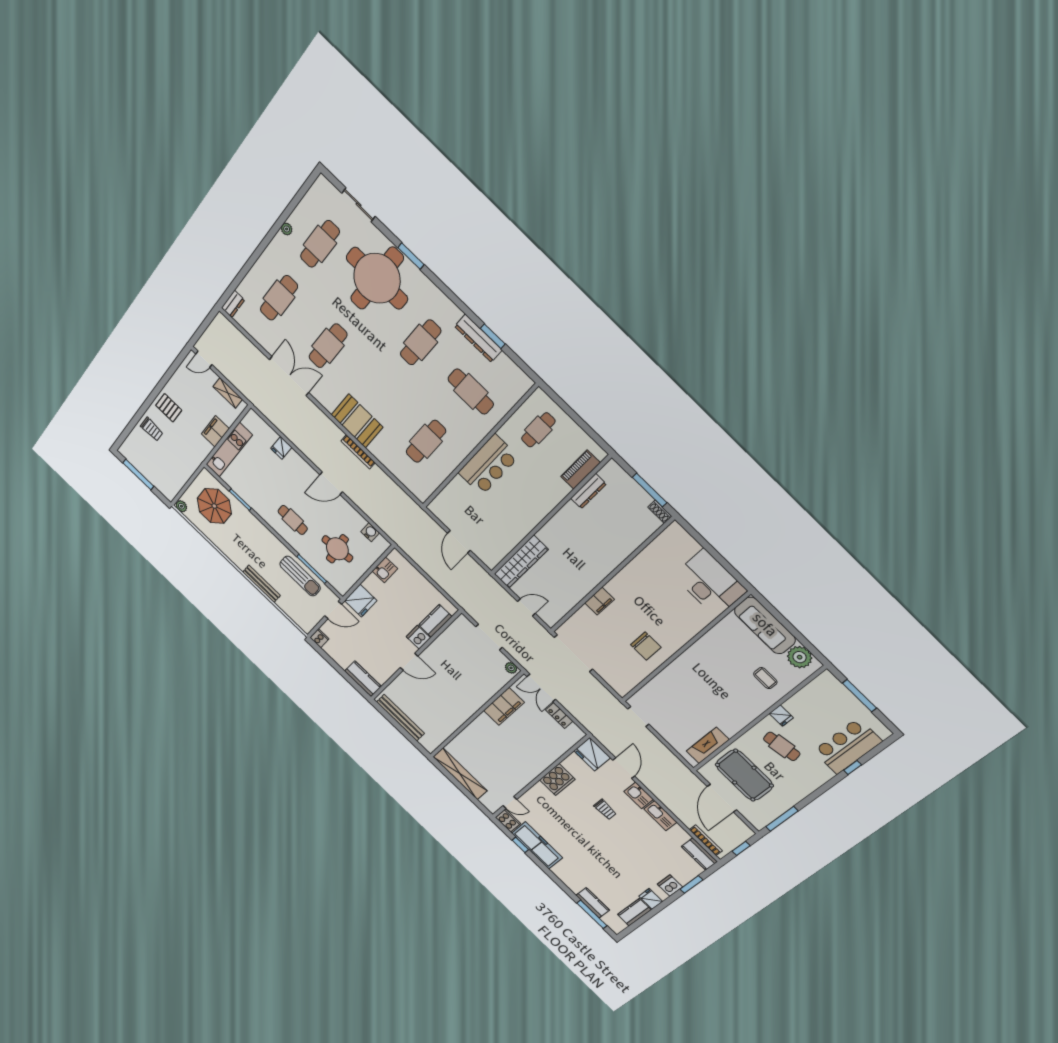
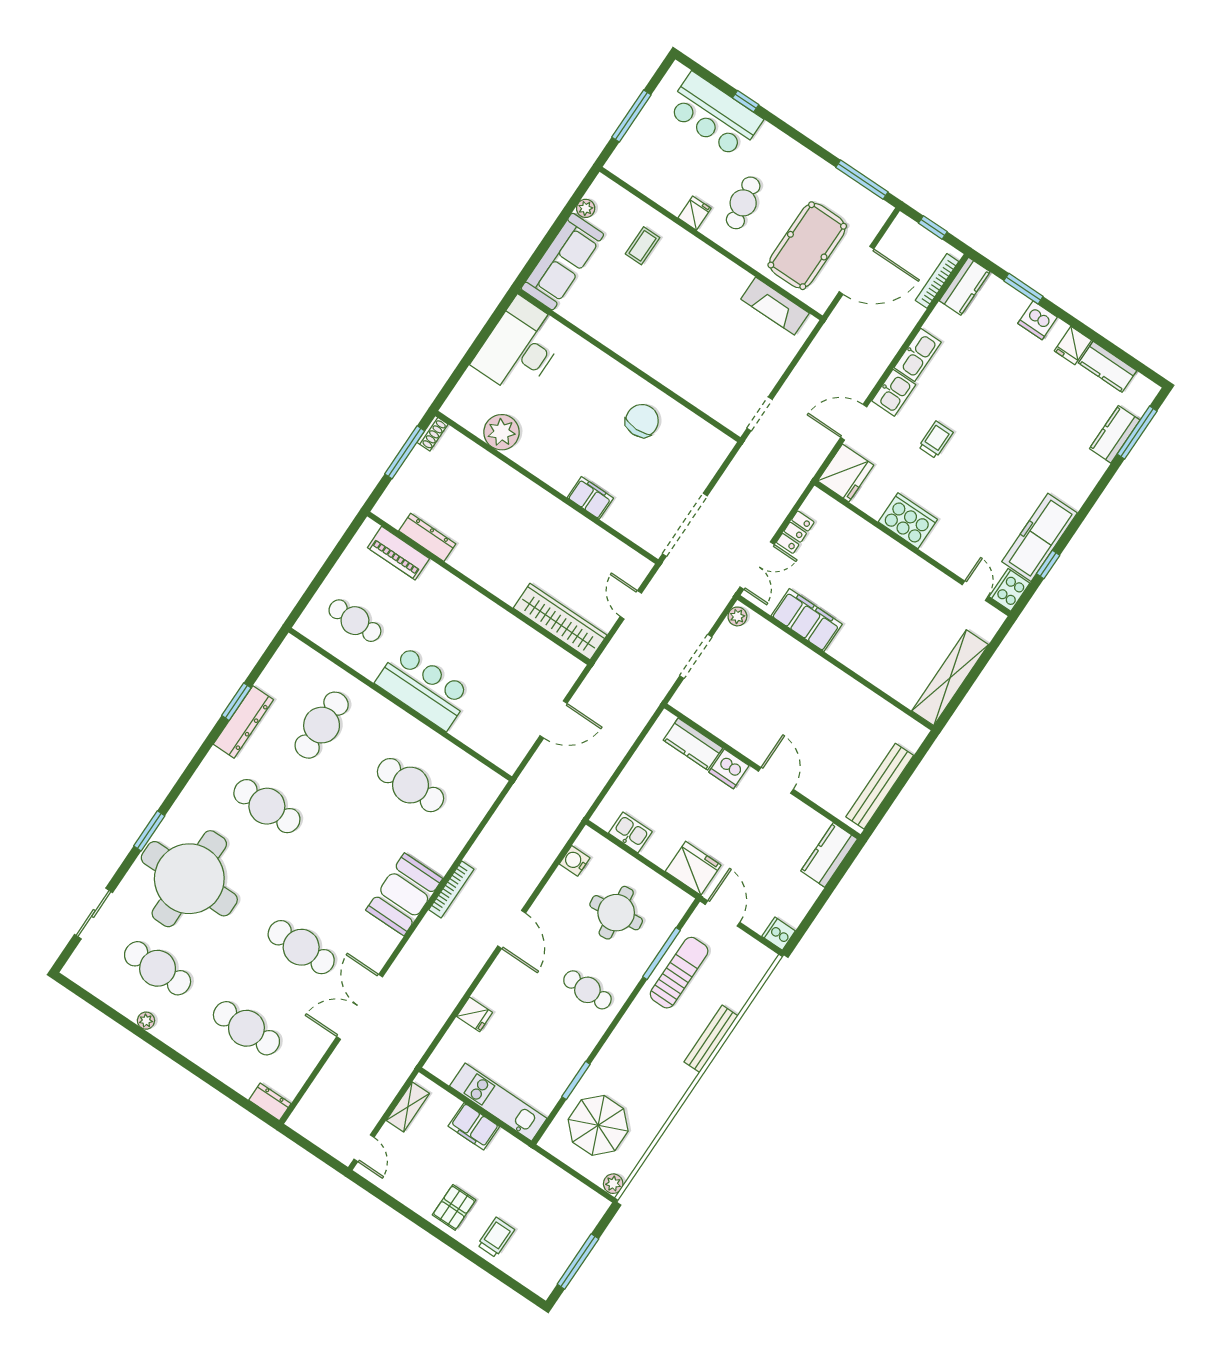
cafe table: (293, 520) -> (587, 990), turned 90
plant: (653, 557) -> (501, 432), added
plant: (800, 657) -> (586, 208), width x0.53, depth x0.53

